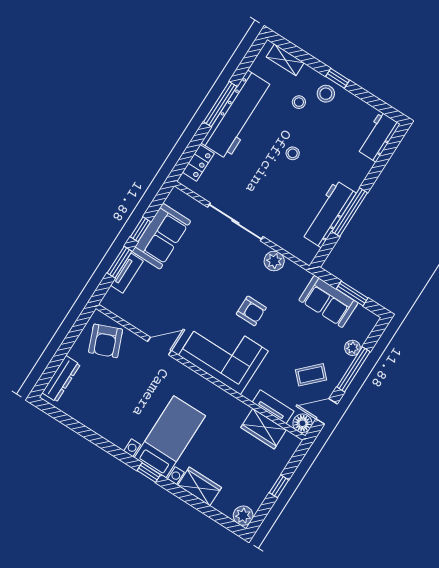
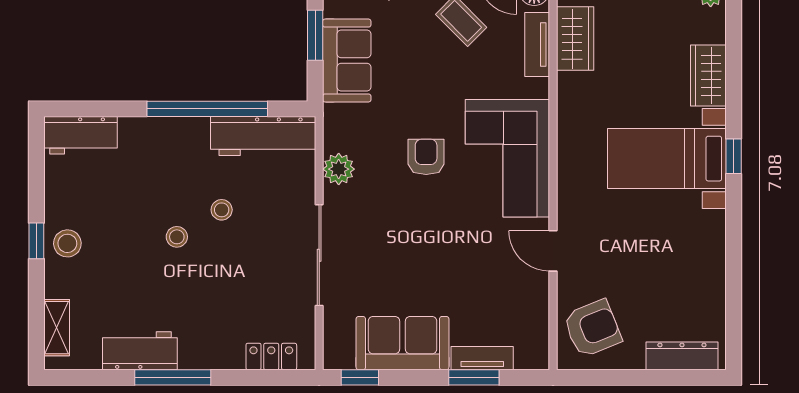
stool: (299, 102) -> (222, 210), moved
workbench: (238, 115) -> (140, 351), width x0.53, depth x0.76
window: (350, 212) -> (207, 109), width x1.46
workbench: (328, 214) -> (263, 136), moved
window: (140, 229) -> (360, 377), moved

